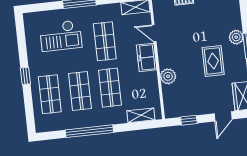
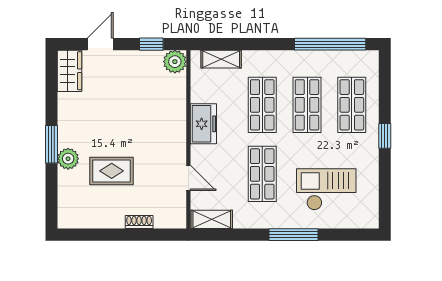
freezer: (147, 57) -> (203, 124), moved
rug: (213, 61) -> (112, 171), moved, turned 90
plant: (168, 76) -> (175, 62), moved
window: (89, 131) -> (330, 44), moved

